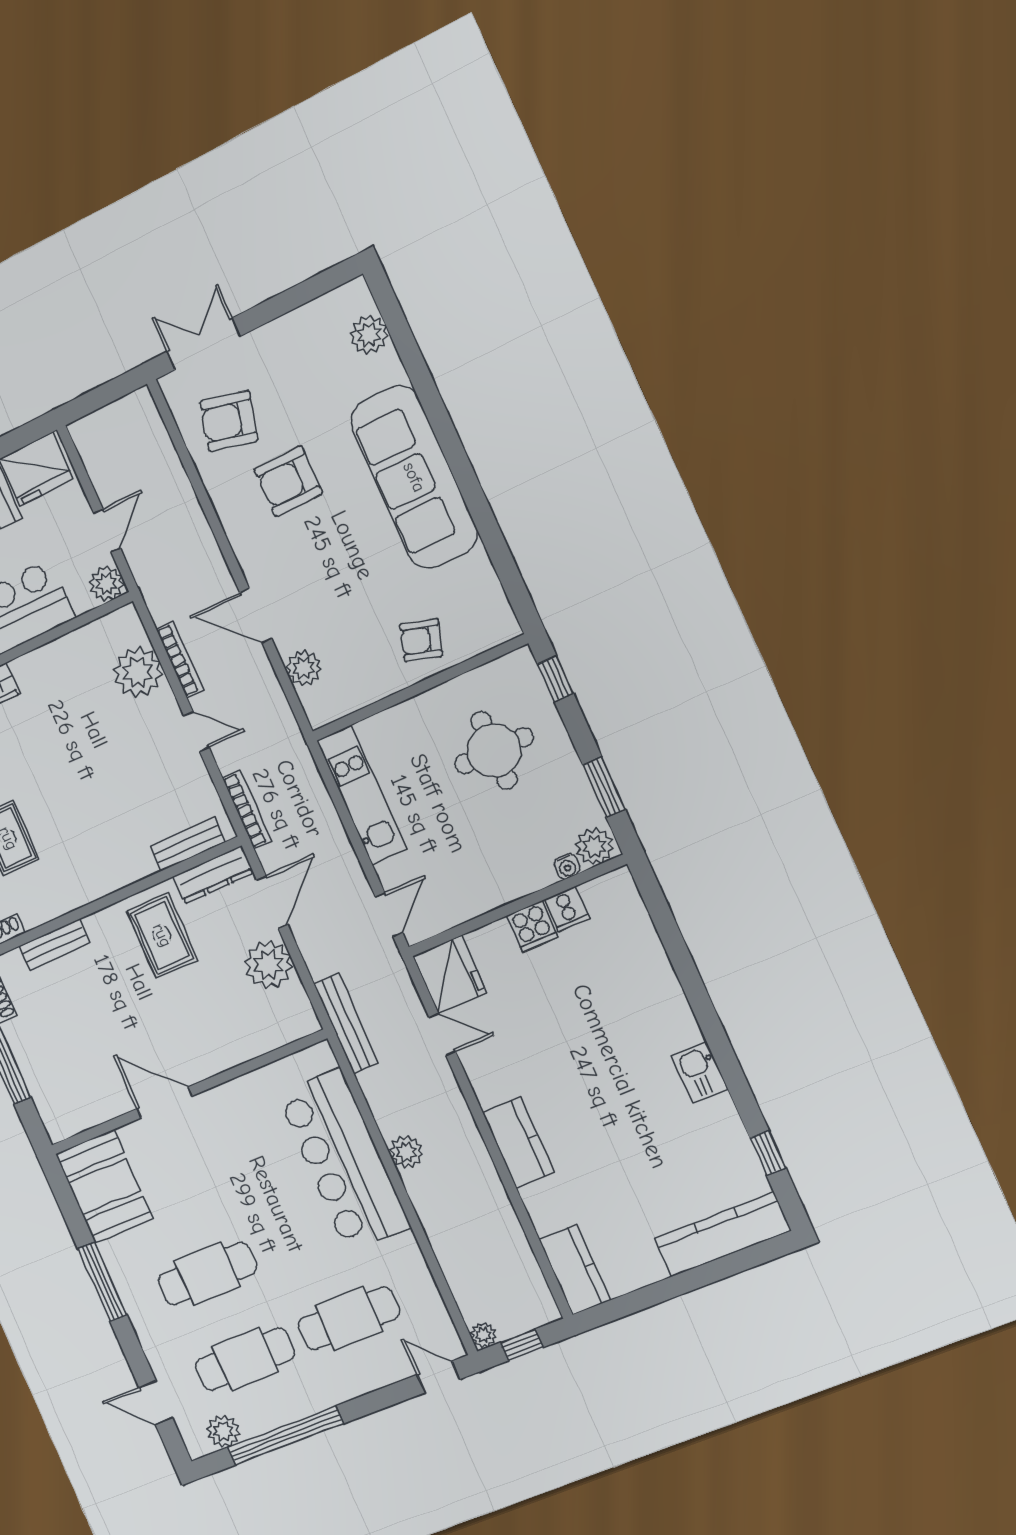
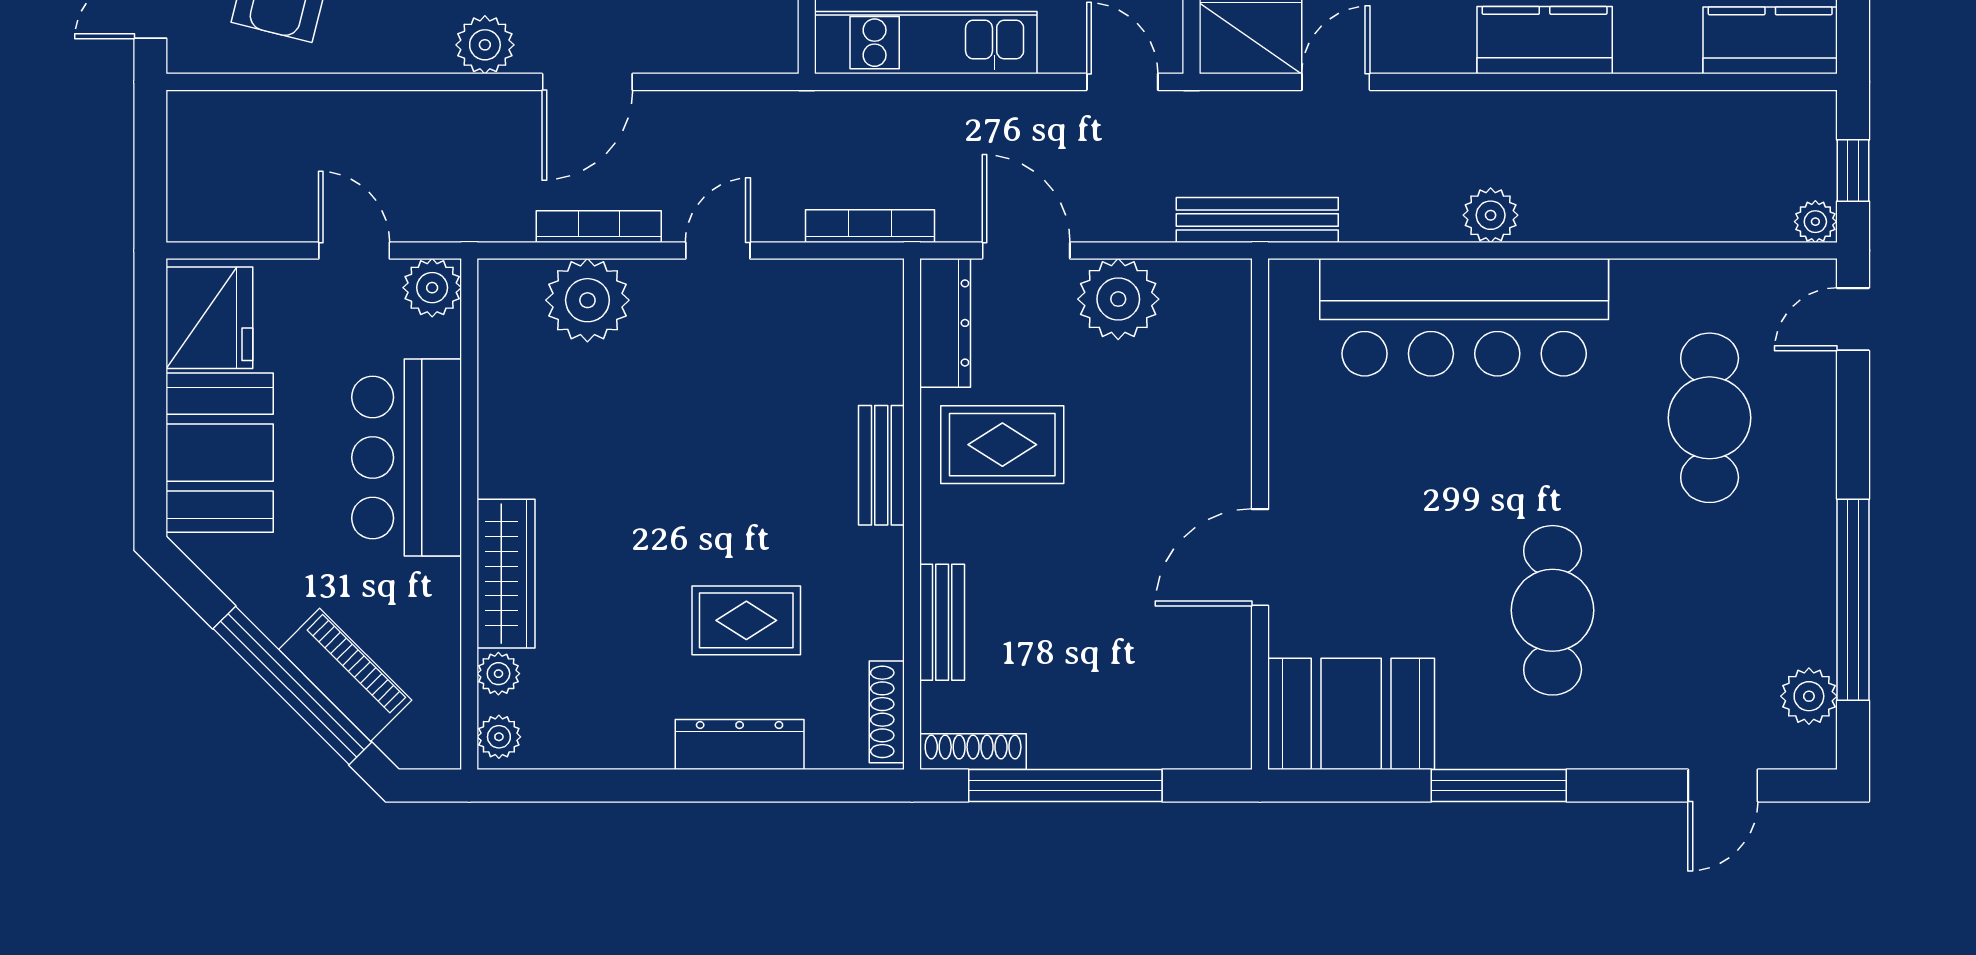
plant: (304, 668) -> (485, 45), moved
bench: (188, 844) -> (881, 465), moved
cafe table: (245, 1359) -> (1710, 610), removed

